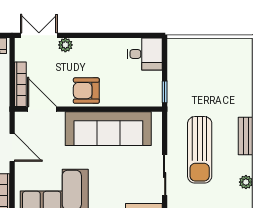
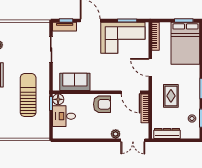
desk: (145, 54) -> (64, 116), moved
floor lamp: (154, 98) -> (58, 99), added
sofa: (108, 129) -> (75, 82), width x0.54, depth x0.79
sun lounger: (200, 150) -> (28, 95), moved

